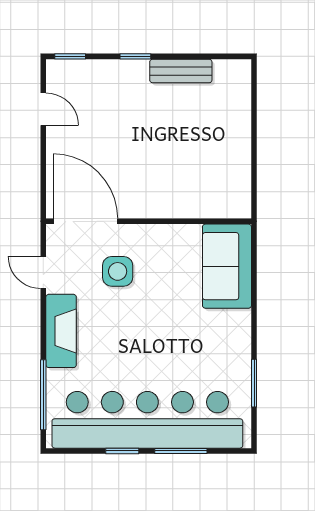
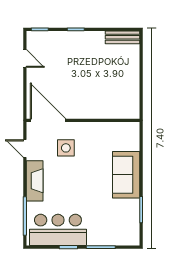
bench: (181, 71) -> (123, 37), moved
sofa: (227, 266) -> (126, 175), moved
bar counter: (147, 420) -> (58, 230), width x0.54

